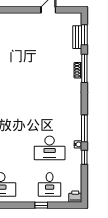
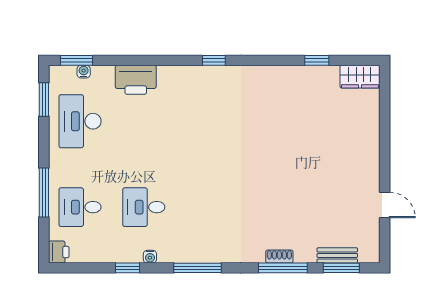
window: (84, 128) -> (197, 268), moved
desk: (50, 148) -> (144, 207), width x0.73
window: (41, 205) -> (44, 193), width x2.17

